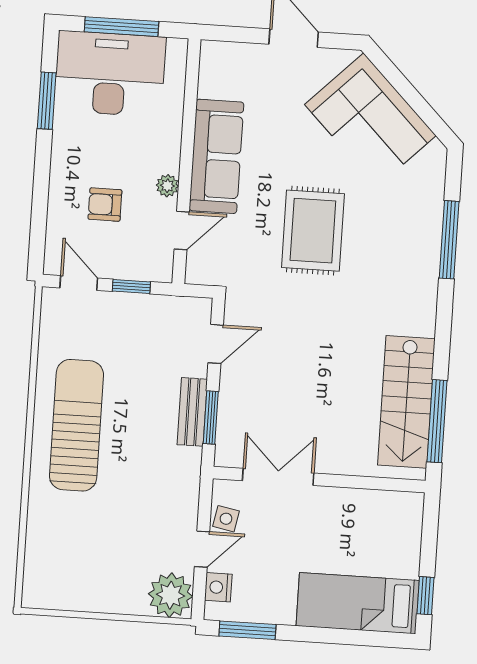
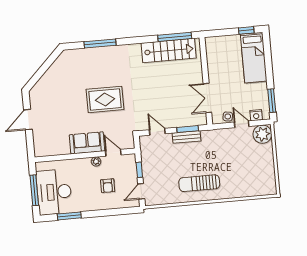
corner sofa: (370, 120) -> (56, 83), removed
sofa: (216, 156) -> (87, 143), width x0.73
sun lounger: (76, 425) -> (199, 183), width x0.73, depth x0.75

